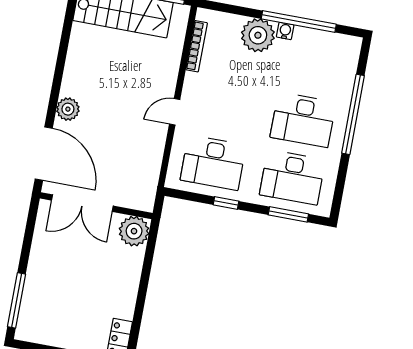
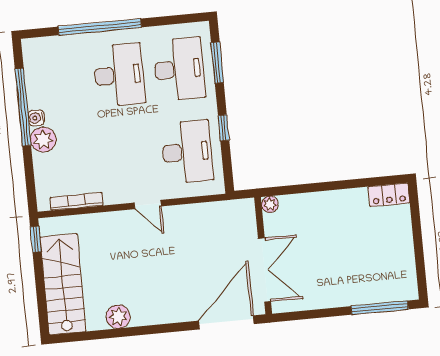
plant: (258, 35) -> (43, 140), width x0.73, depth x0.73
plant: (68, 109) -> (118, 317), moved
plant: (134, 231) -> (270, 204), width x0.53, depth x0.53

